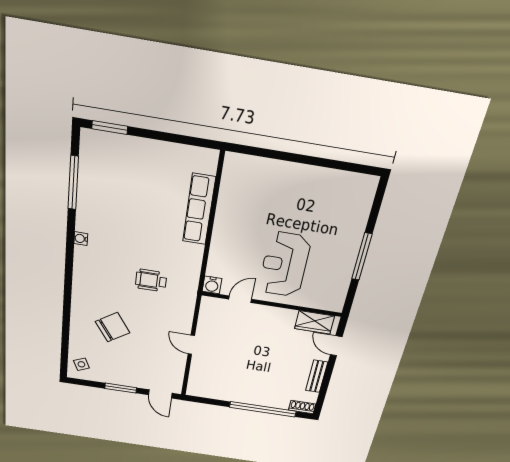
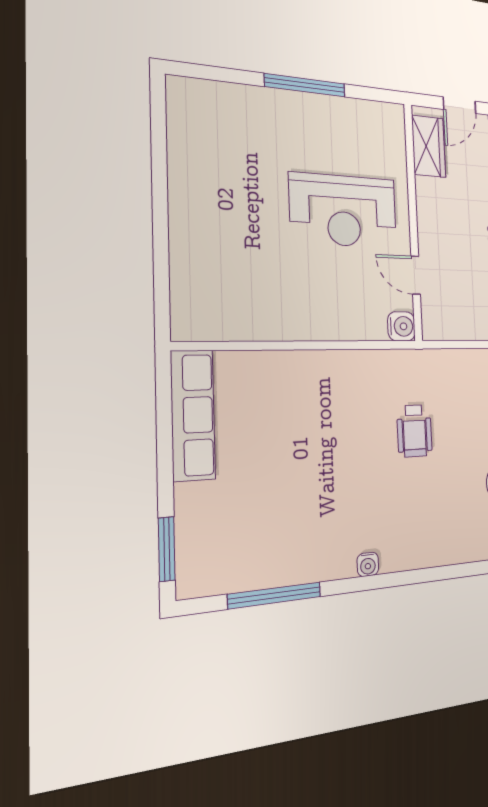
row of seats: (199, 209) -> (193, 415), moved, turned -90

